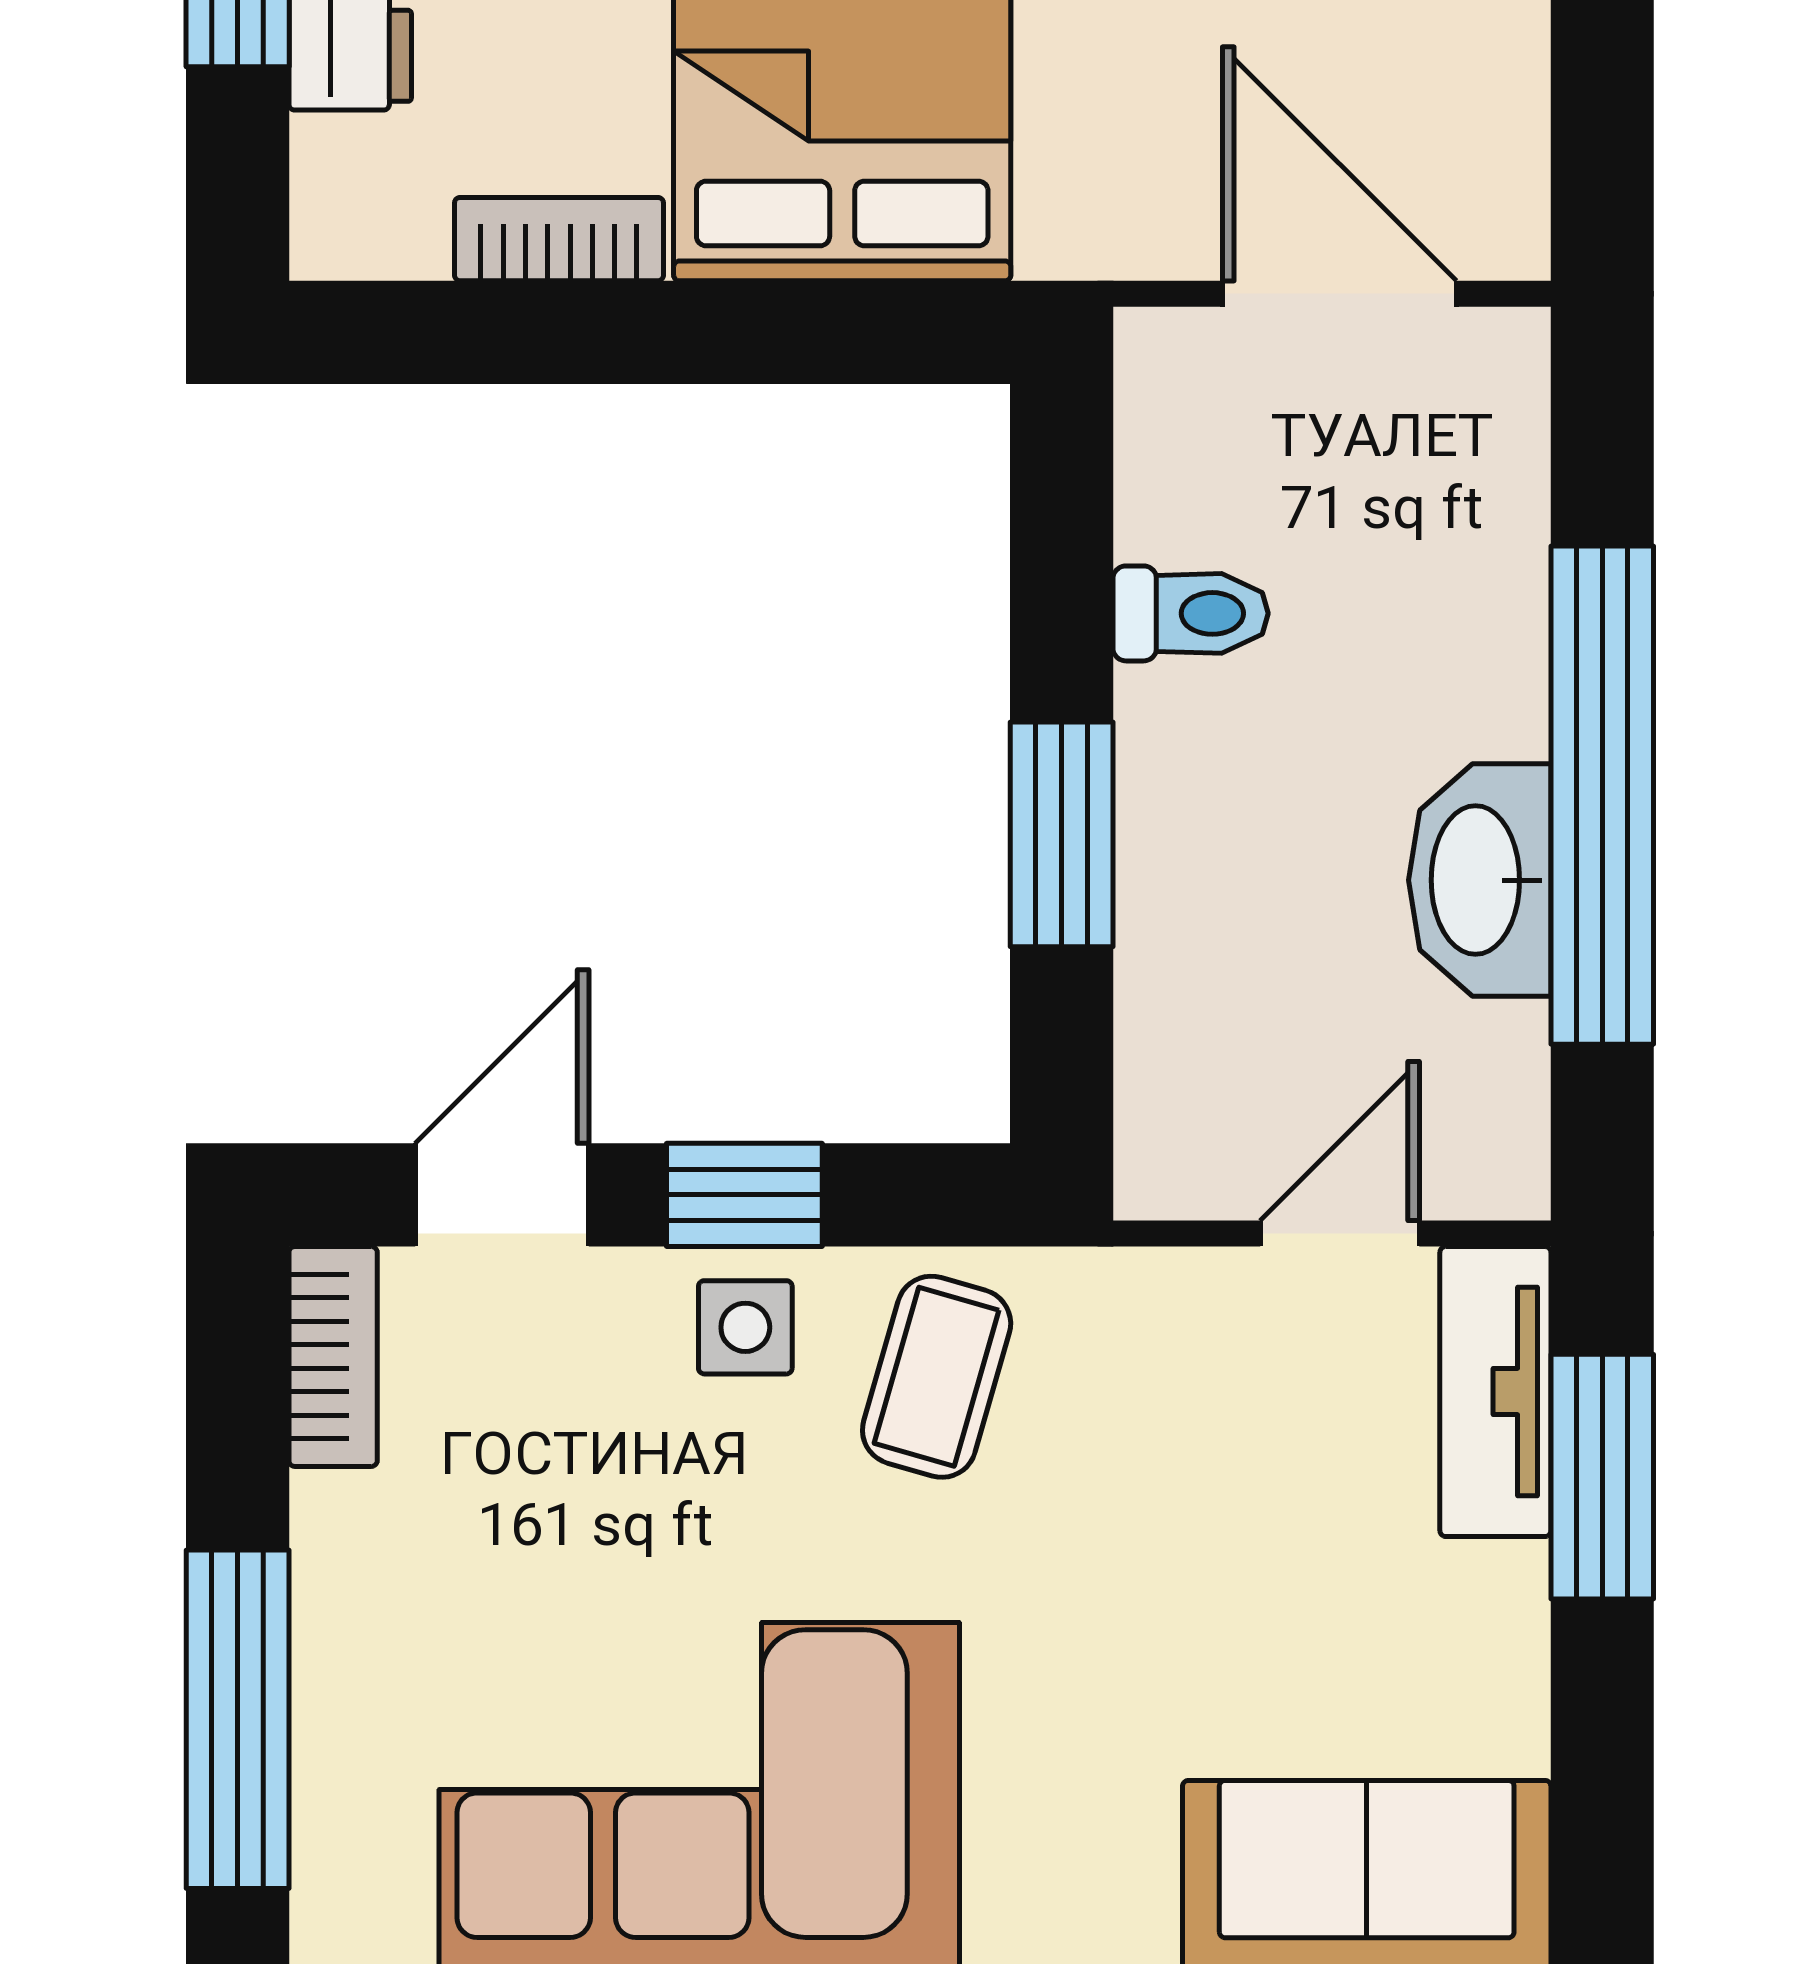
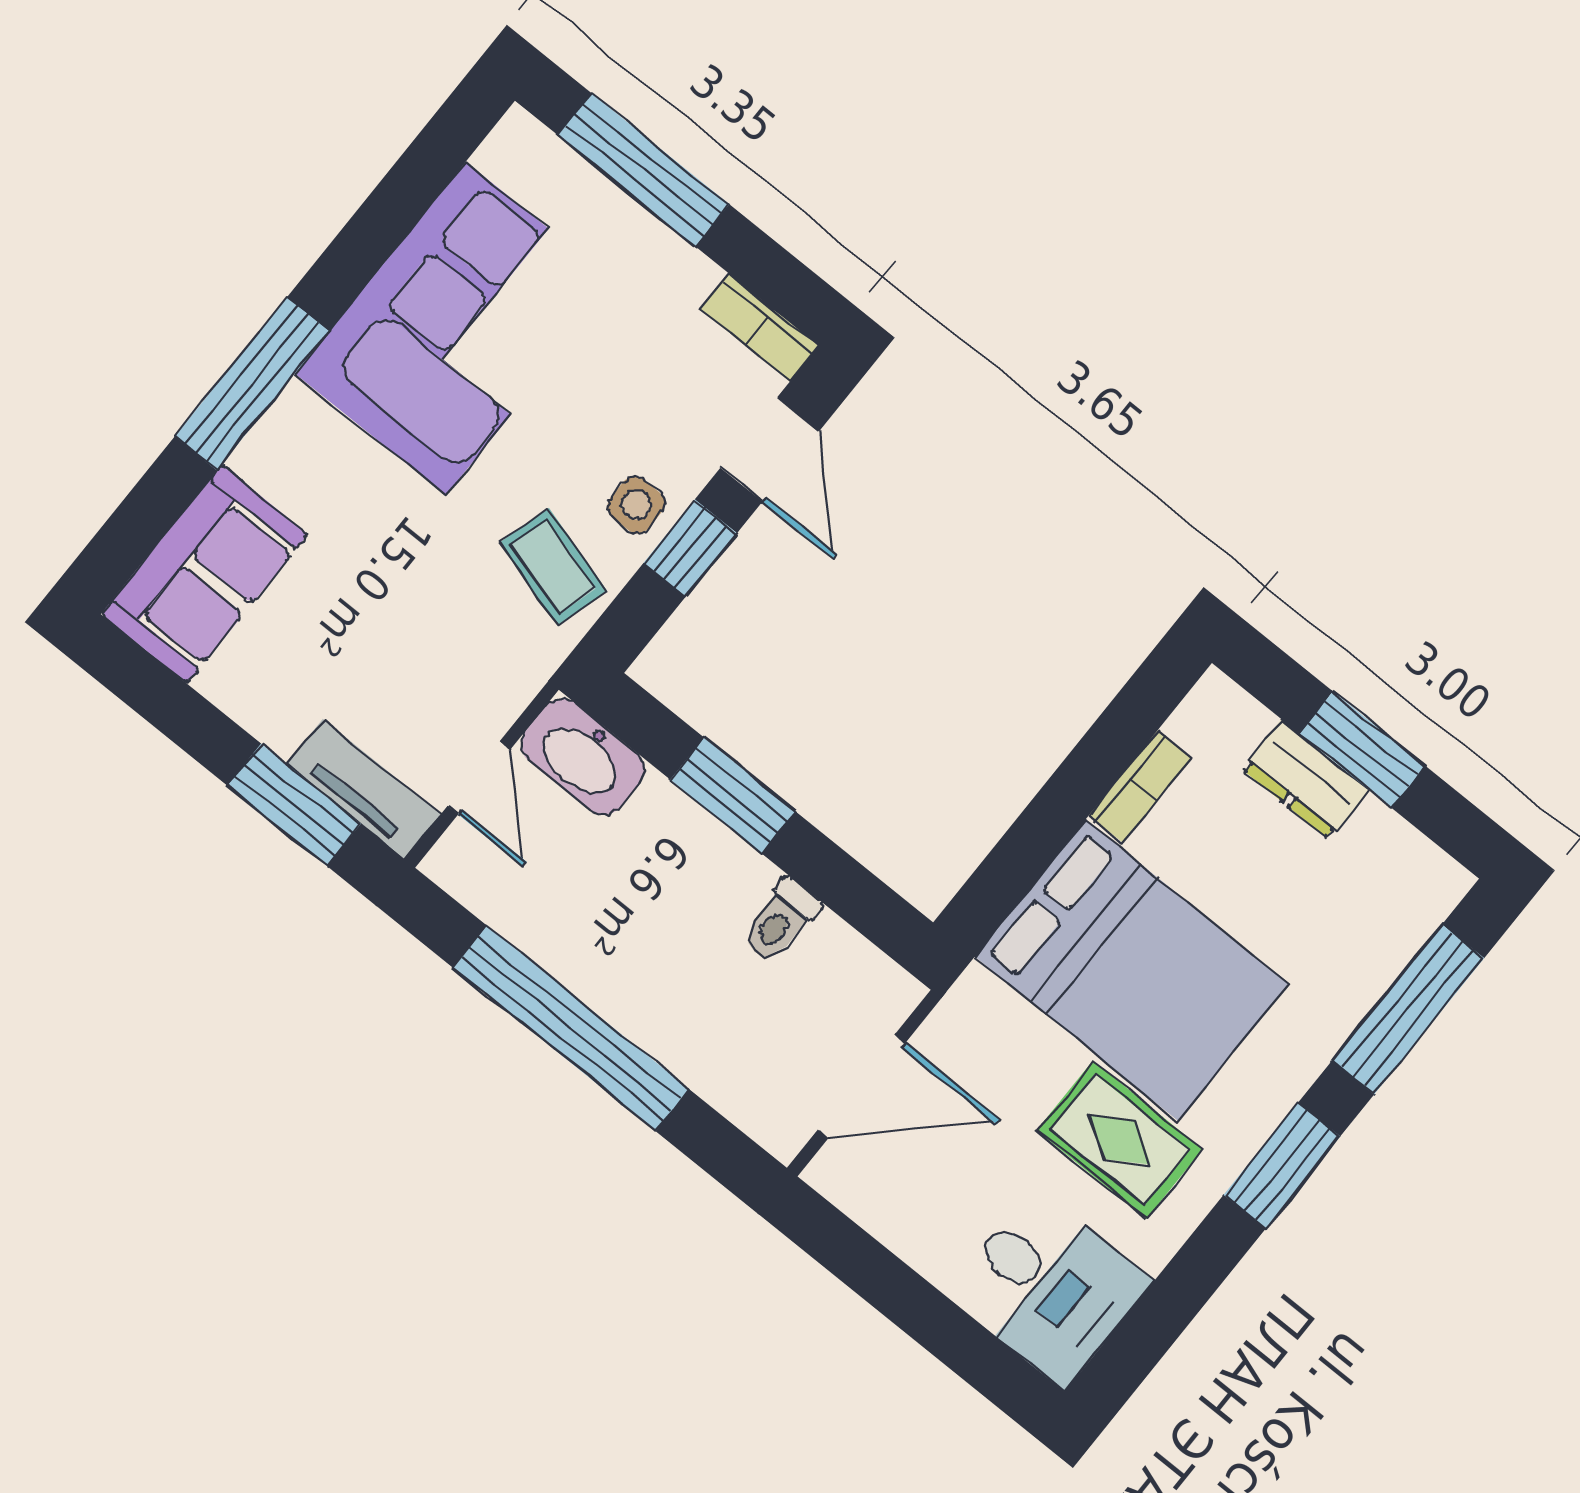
washbasin: (1480, 880) -> (583, 757), moved, turned 180

